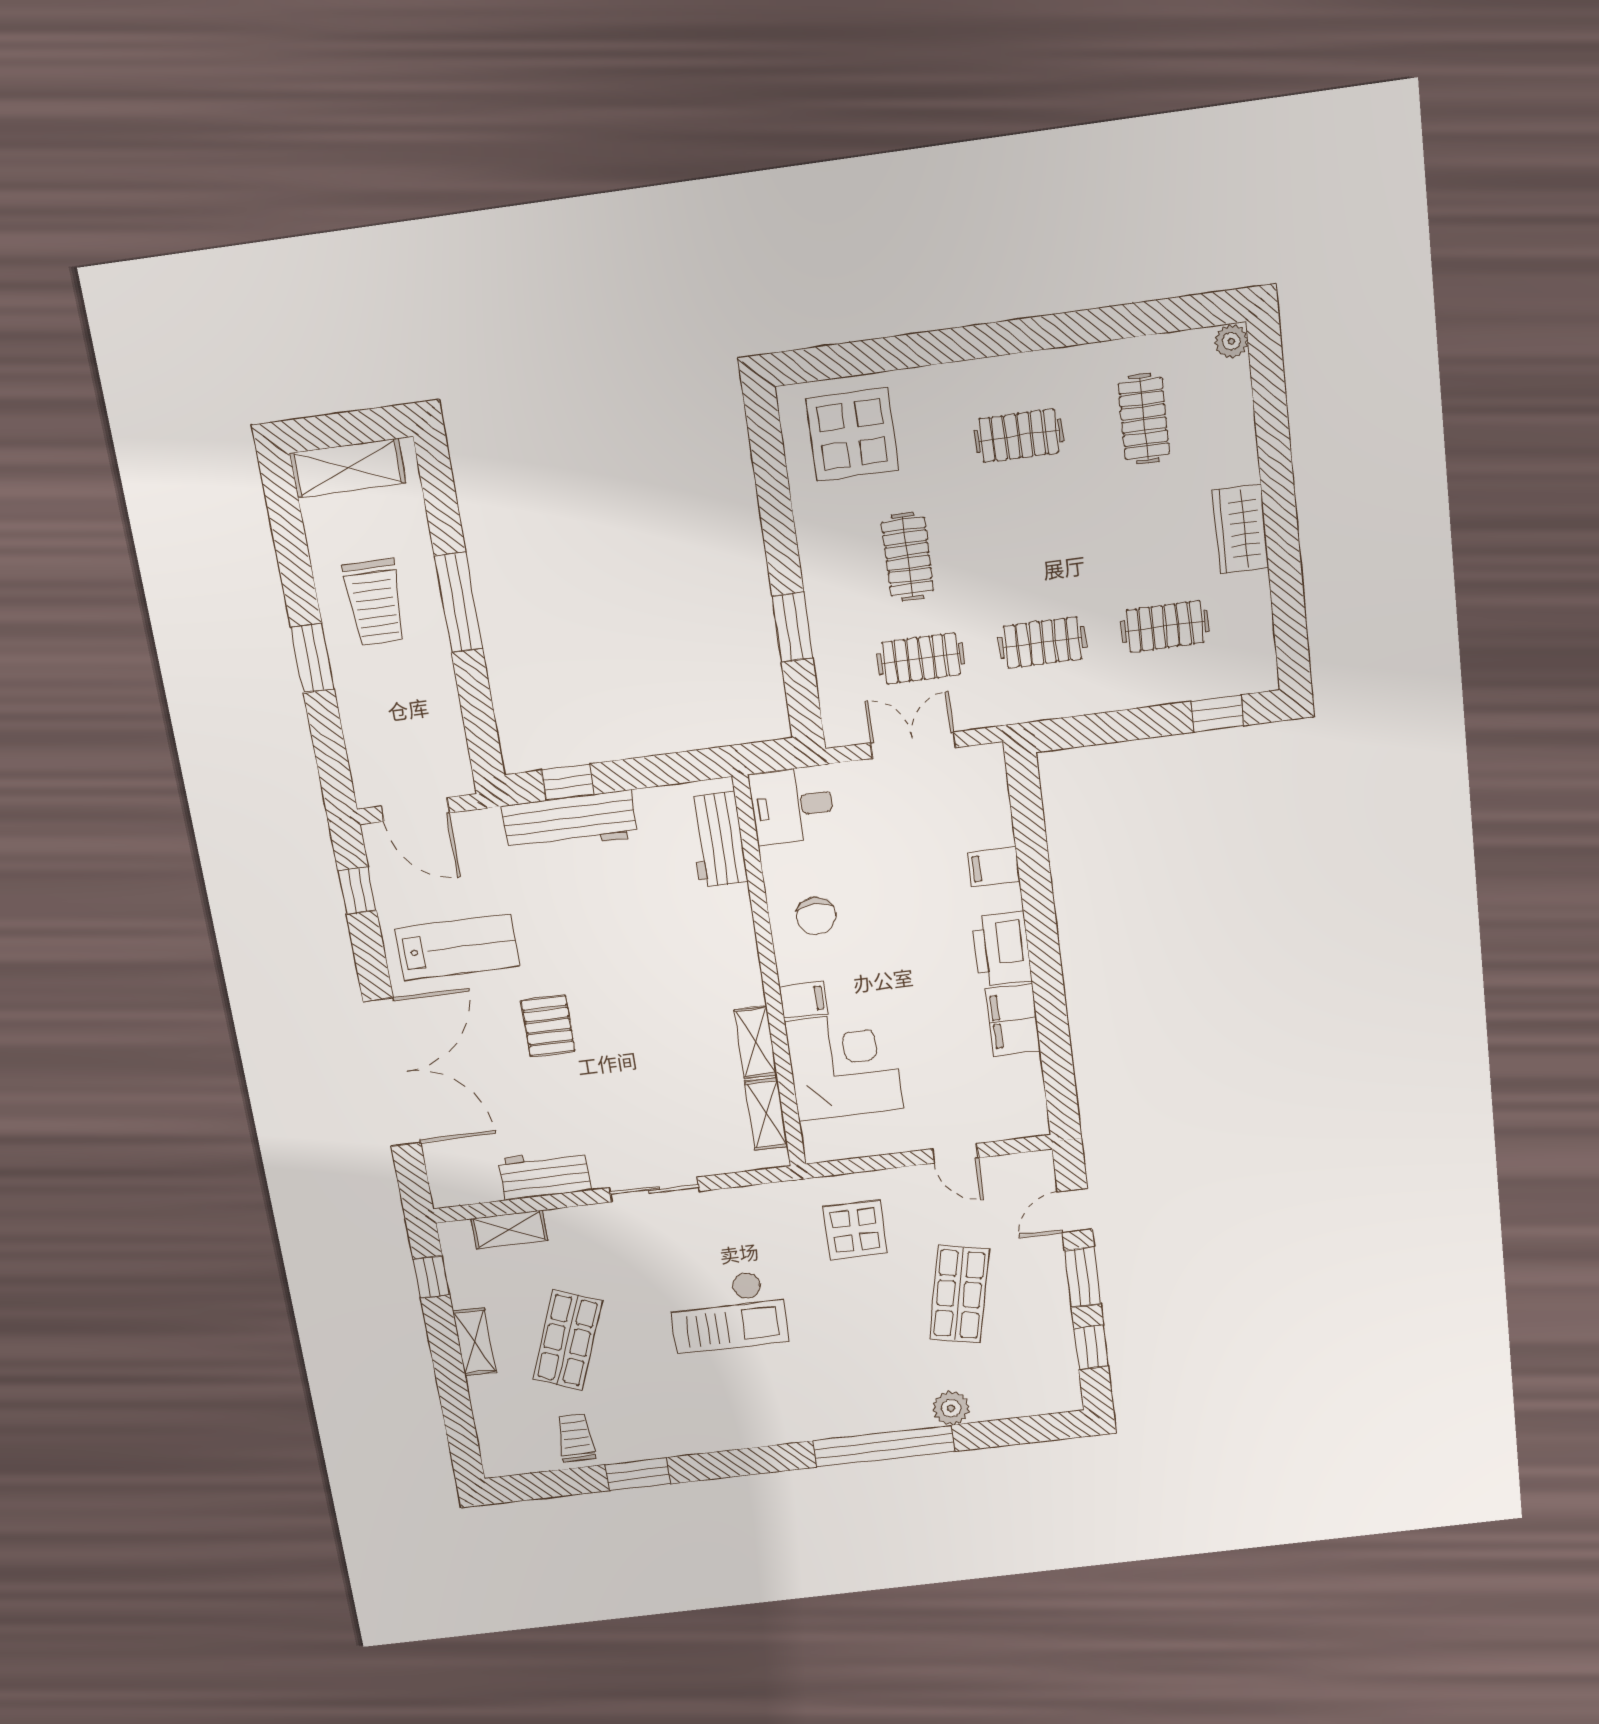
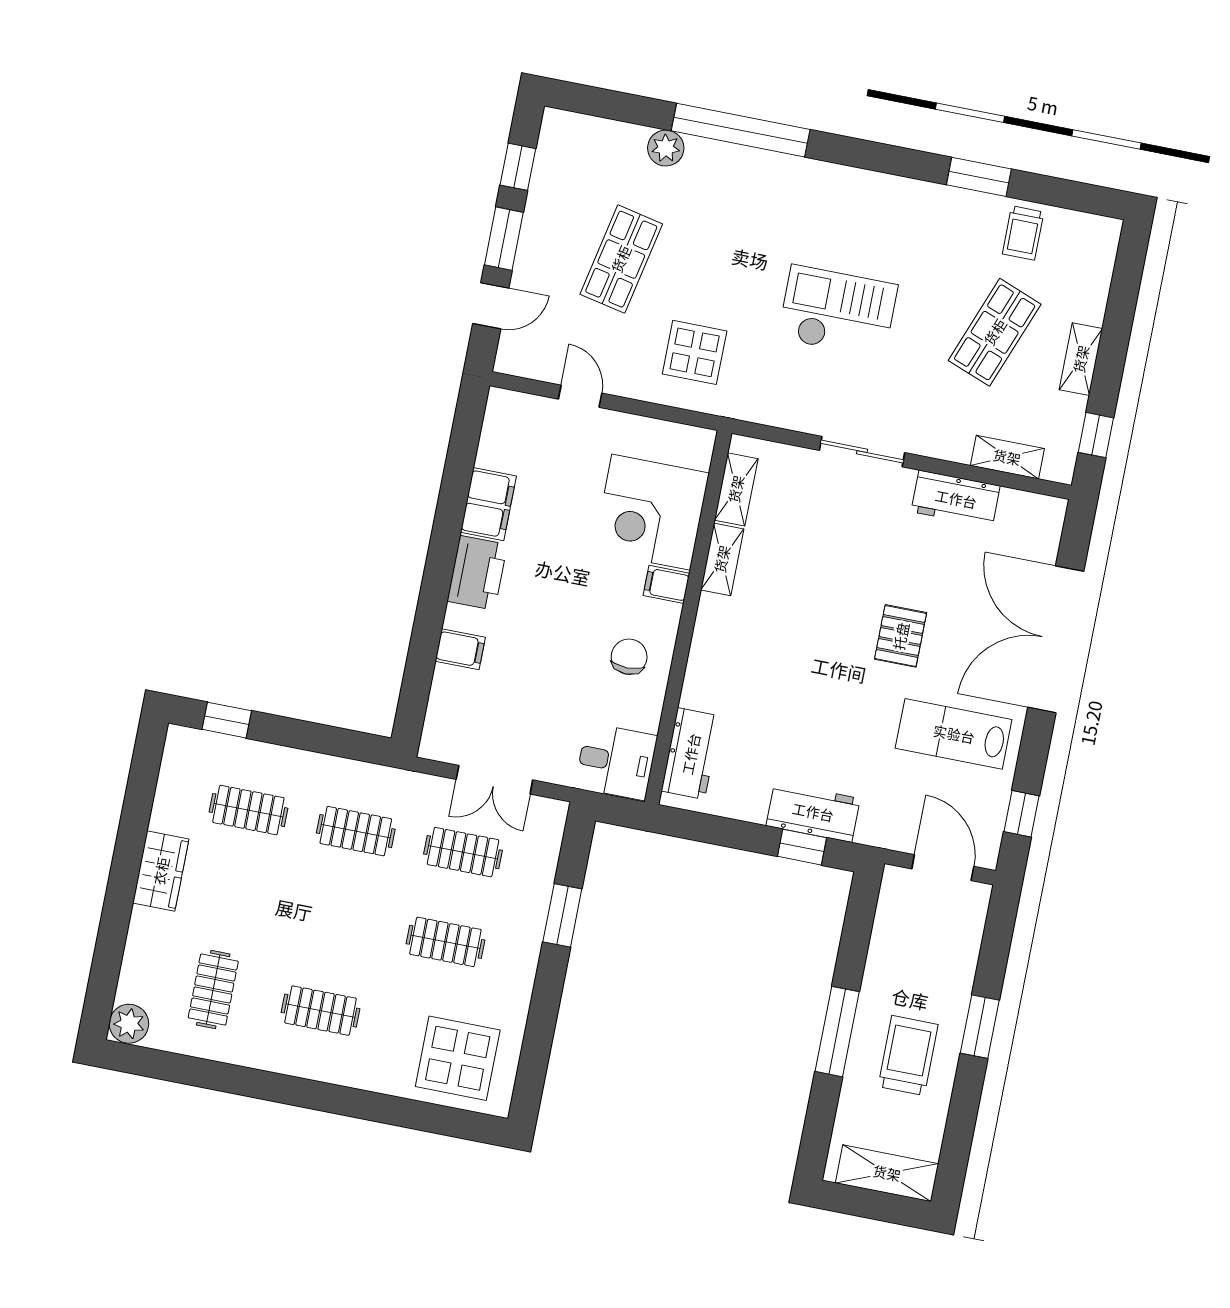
plant: (1231, 341) -> (129, 1024), width x1.38, depth x1.38
clothes rail: (908, 557) -> (445, 942), turned 90
workbench: (570, 822) -> (813, 812), width x0.73

